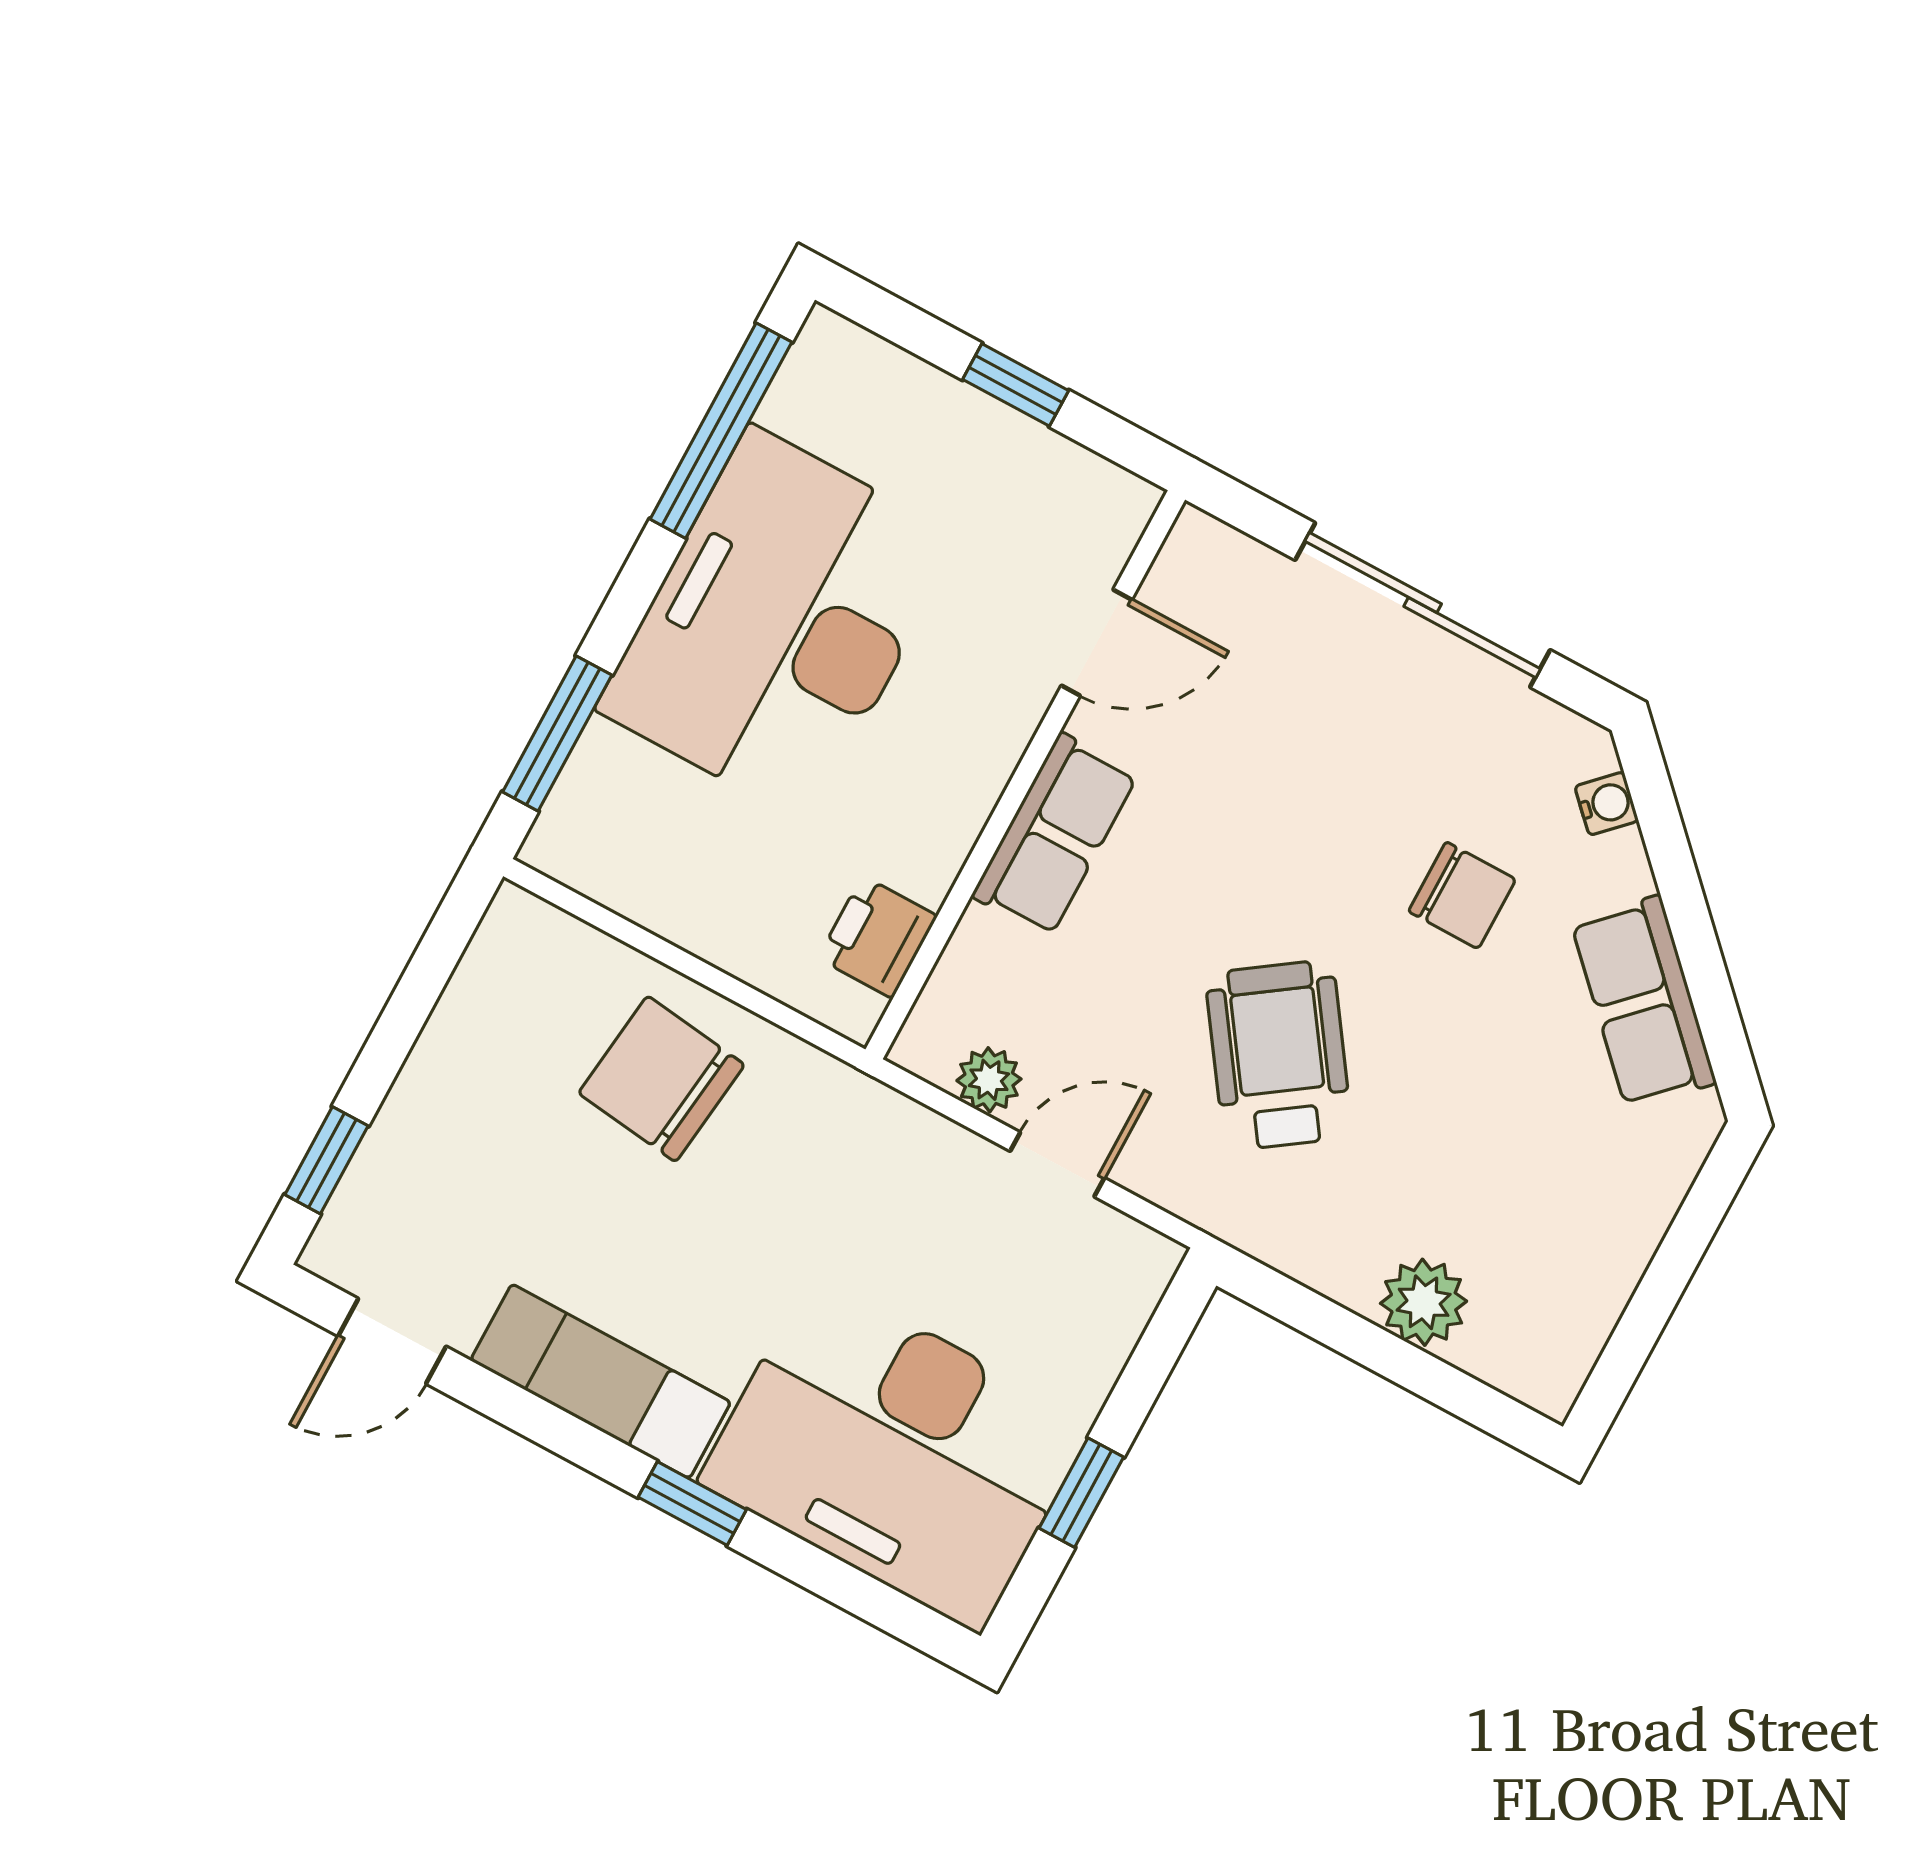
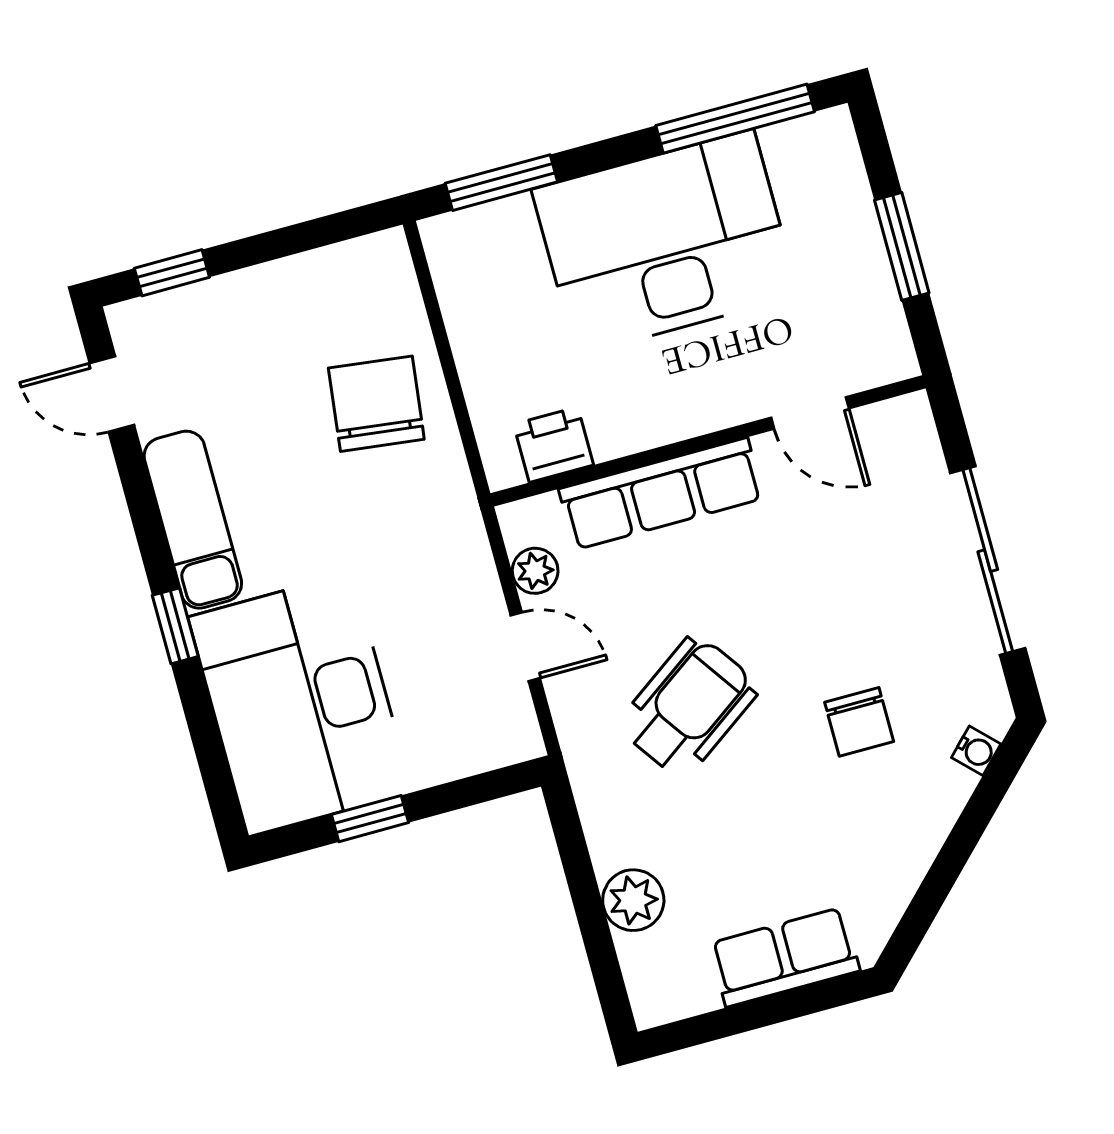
window: (1016, 385) -> (902, 246), width x1.50
row of seats: (1055, 835) -> (661, 494), width x1.48
row of seats: (1643, 1002) -> (784, 957), moved, turned 45

